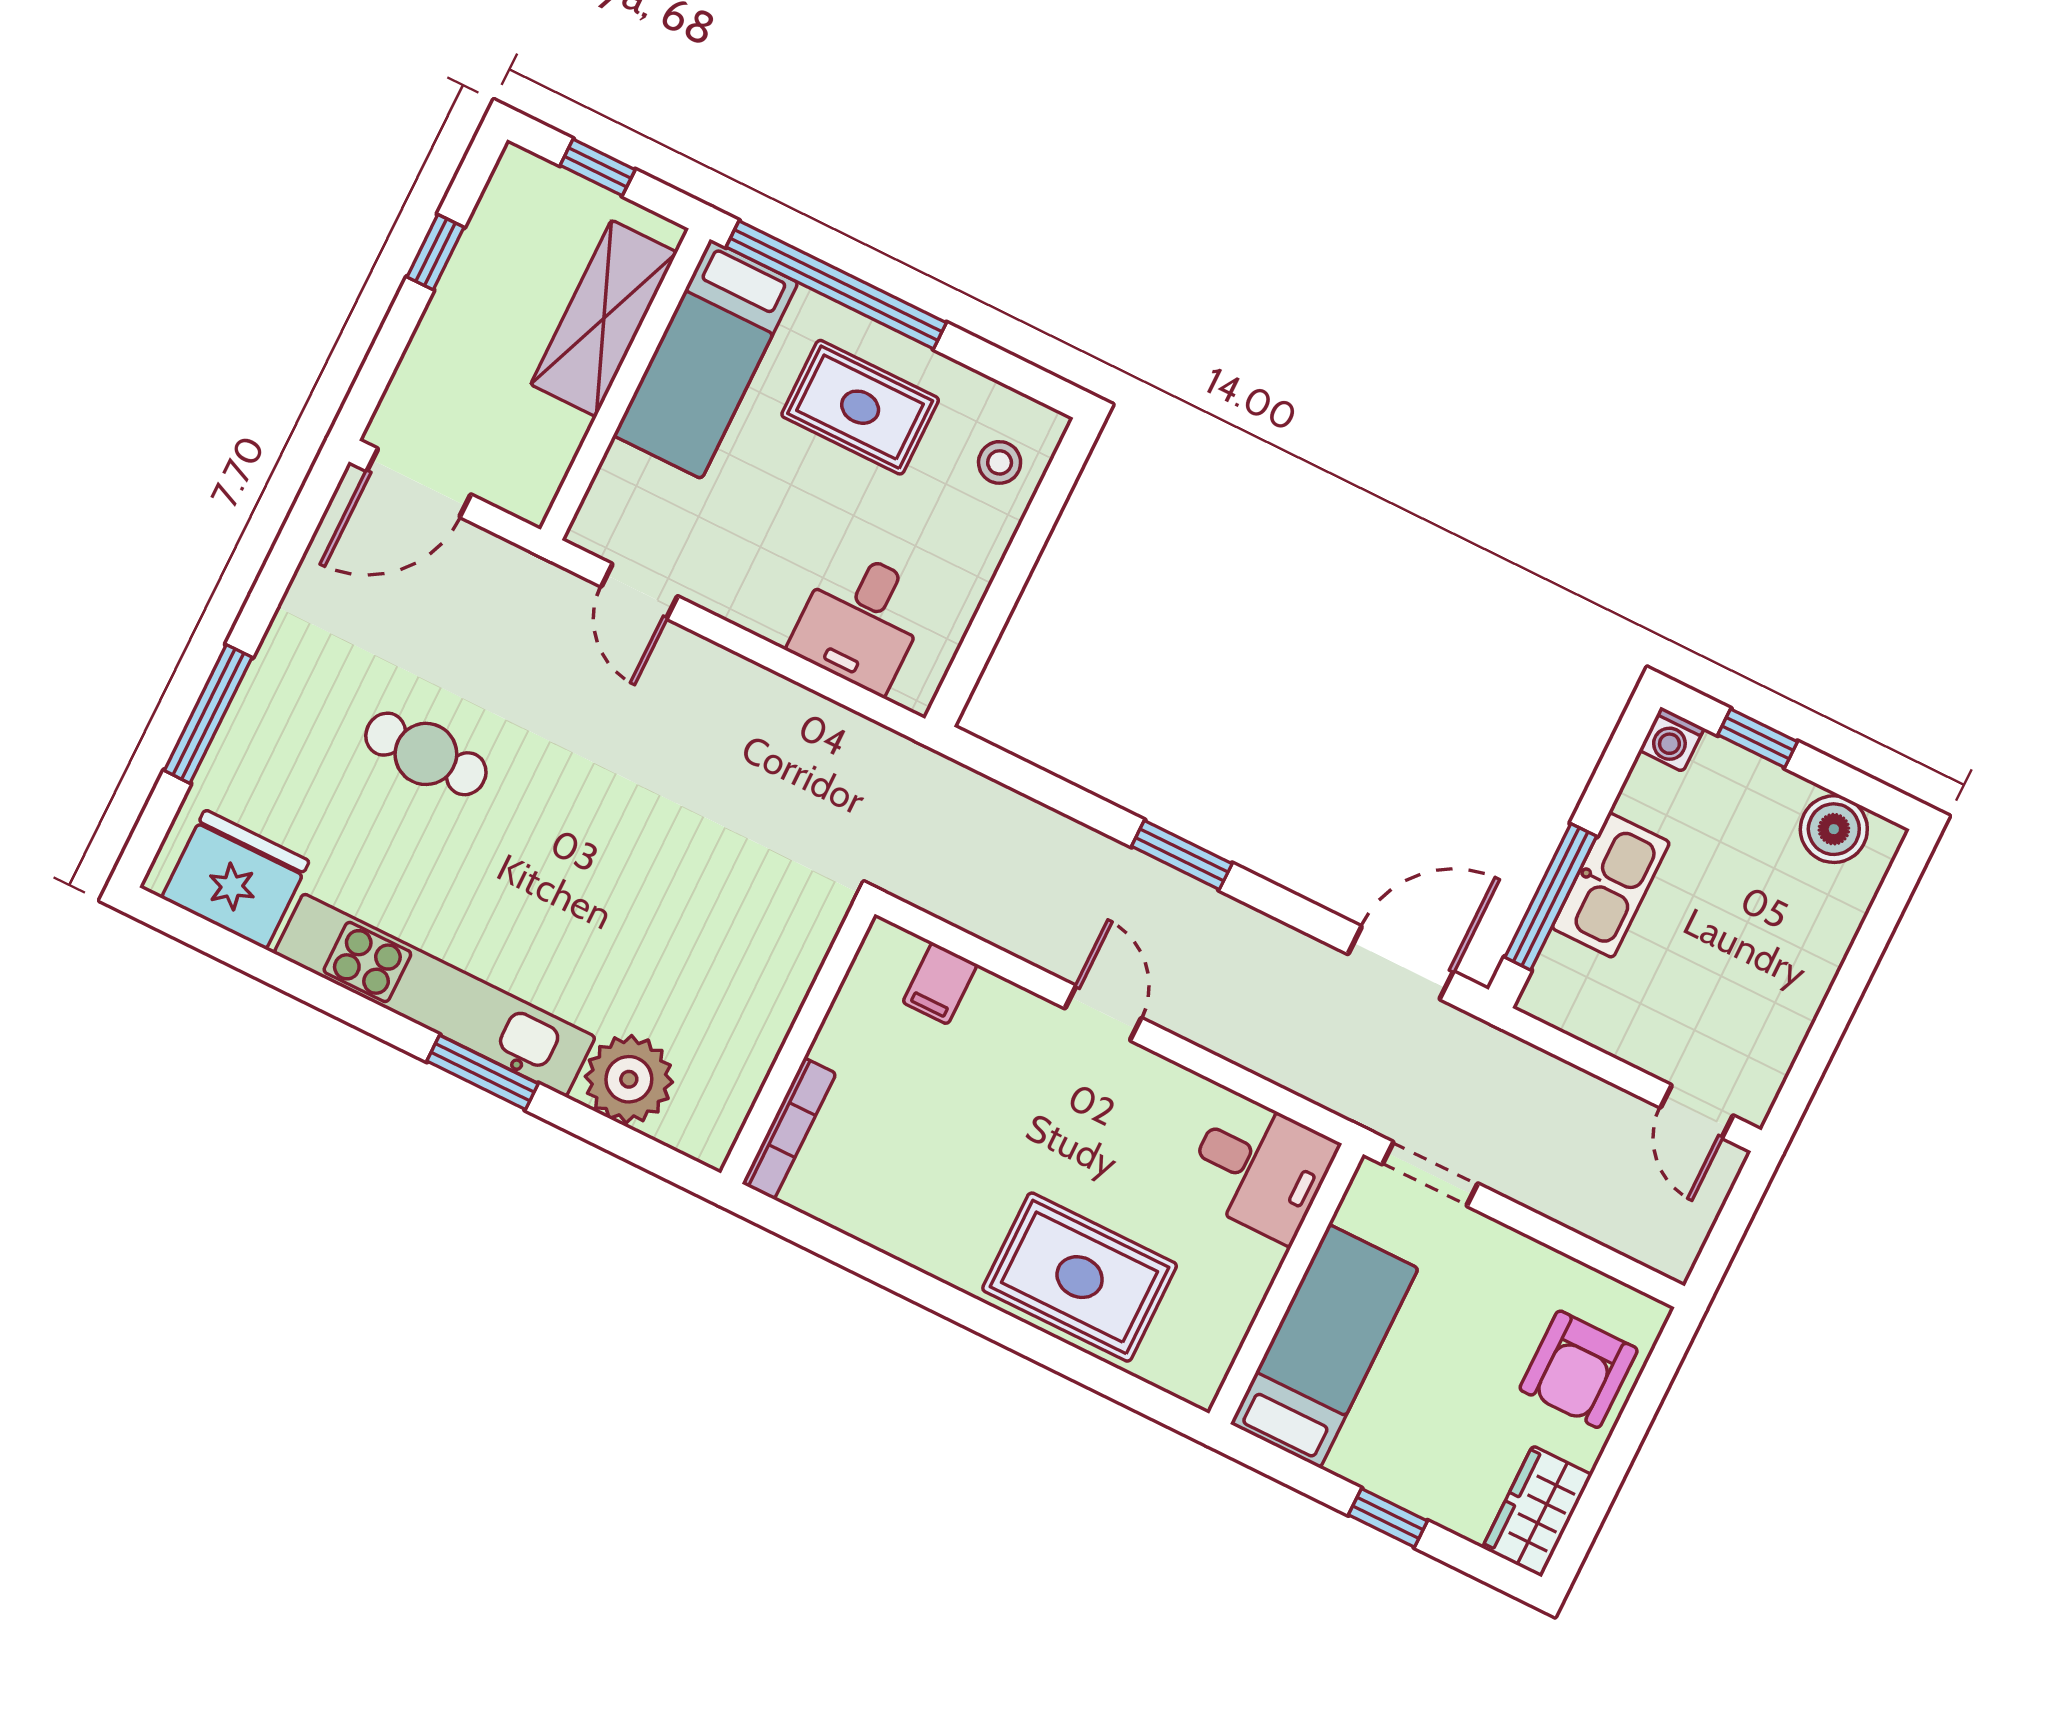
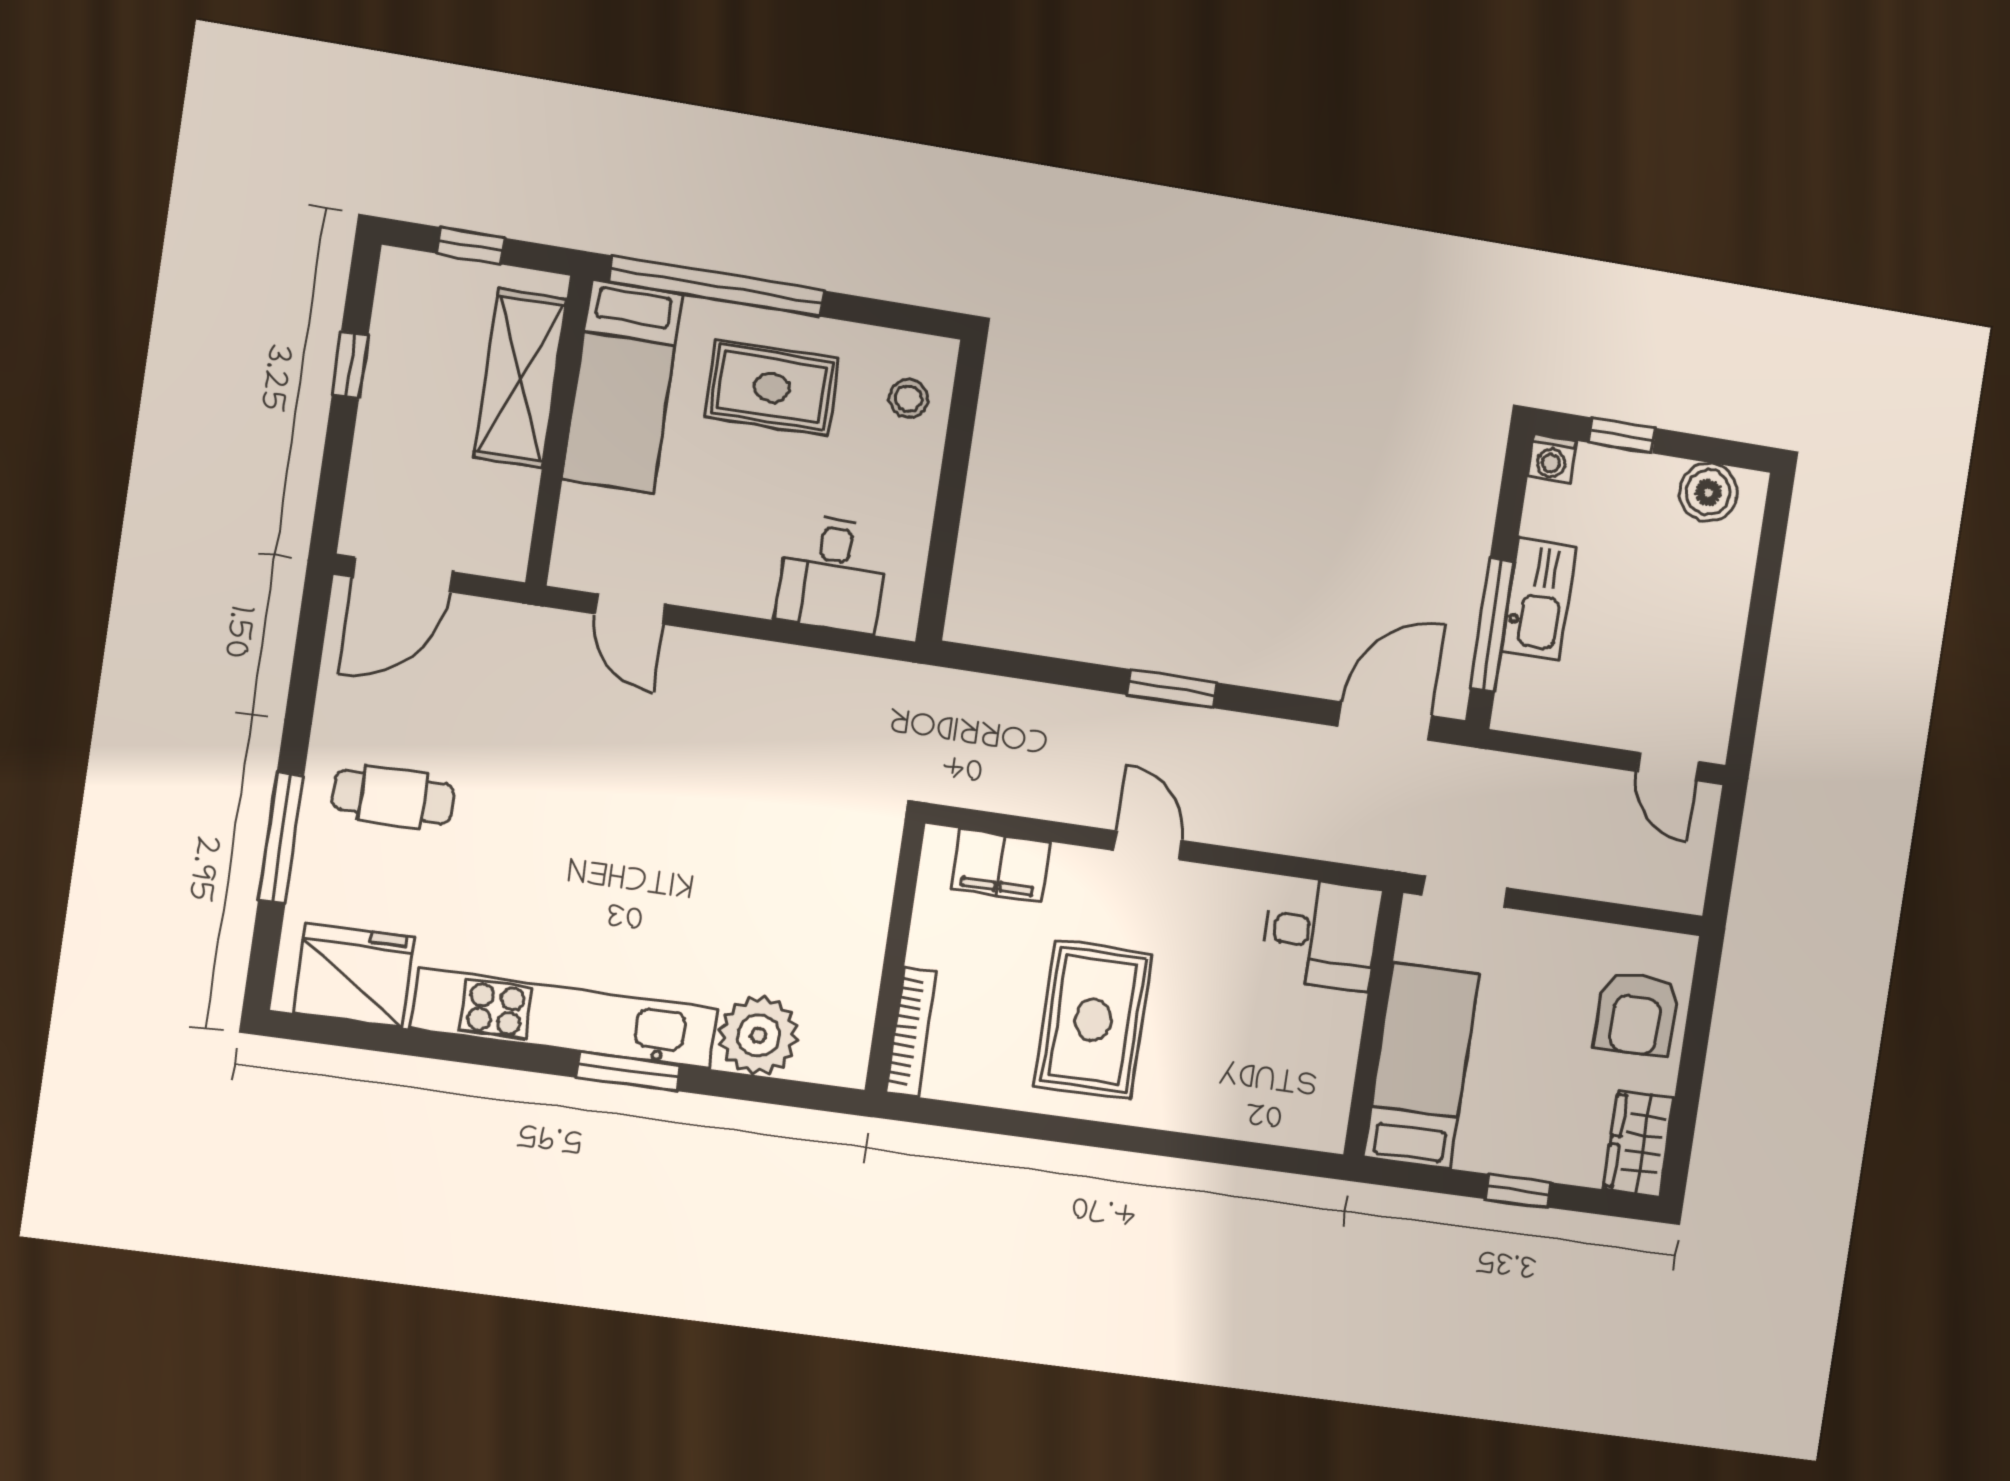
cafe table: (426, 754) -> (393, 797), moved
filing cabinet: (940, 983) -> (1001, 865), width x2.00
rug: (1080, 1277) -> (1093, 1020), moved, turned 90

